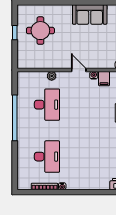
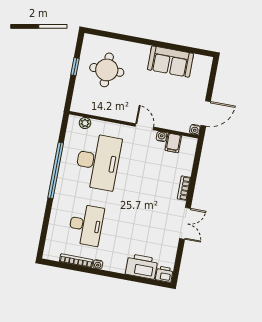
plant: (52, 76) -> (85, 123), moved
desk: (47, 105) -> (98, 162), width x1.36, depth x1.30
printer: (97, 181) -> (142, 266), added

